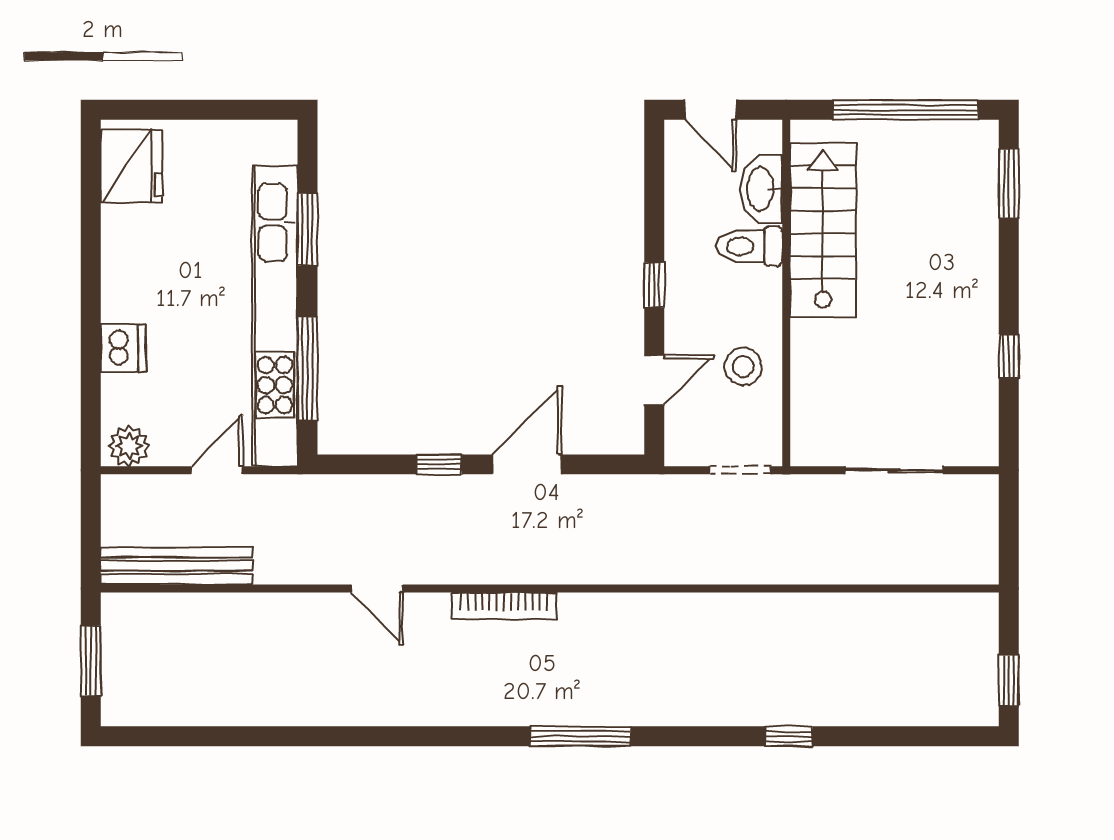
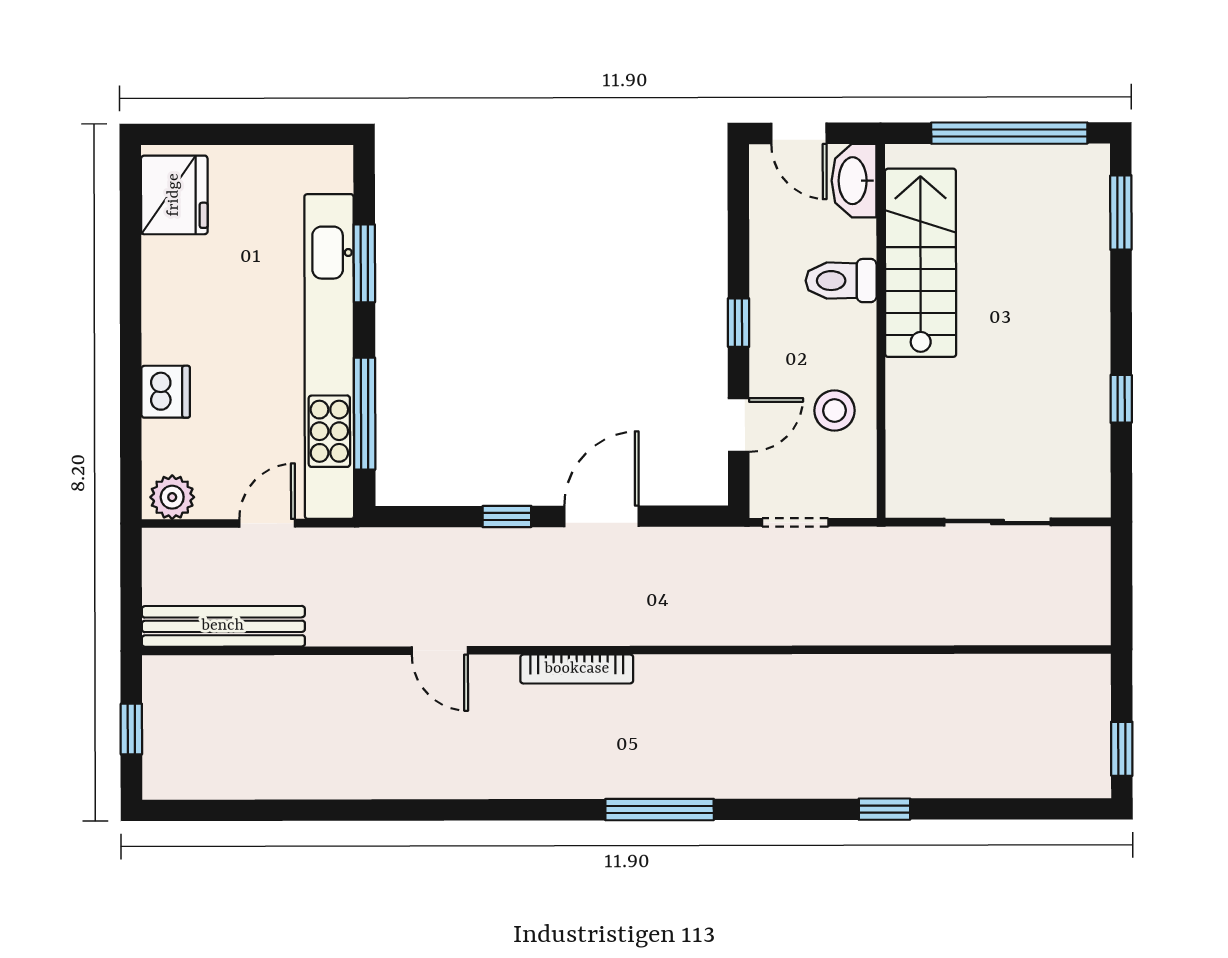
washbasin: (761, 189) -> (854, 181), moved
doorway: (740, 470) -> (795, 522), moved
window: (91, 661) -> (131, 729), width x0.67

